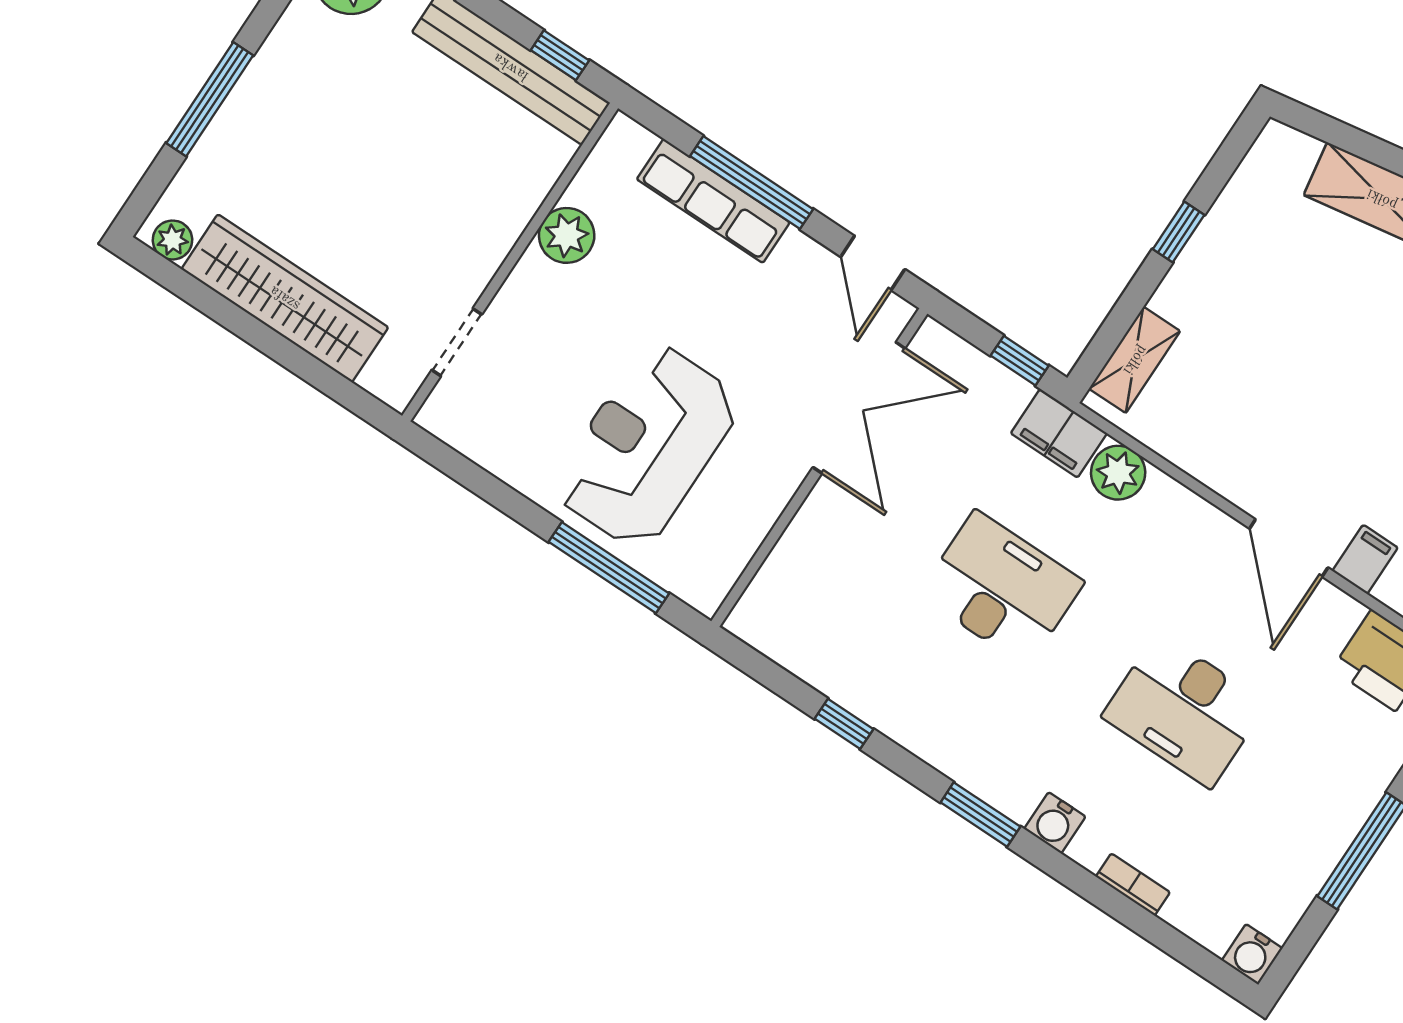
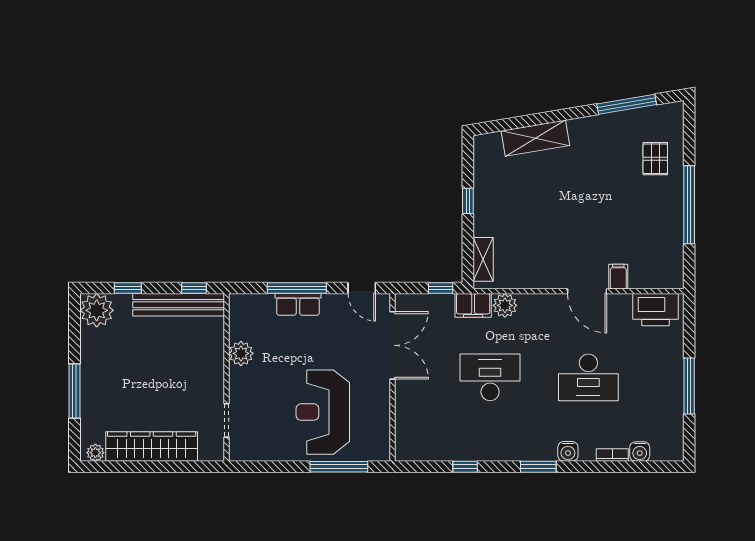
row of seats: (713, 201) -> (298, 304), width x0.68
water cooler: (1252, 954) -> (640, 452), moved

